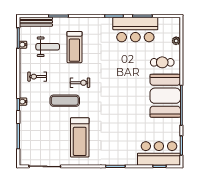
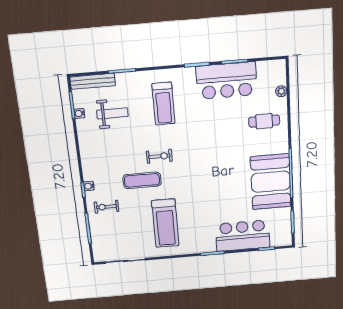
treadmill: (74, 47) -> (163, 104), moved
exercise bike: (37, 77) -> (106, 207), moved
booth: (165, 96) -> (271, 182), moved
bar counter: (159, 153) -> (243, 236), moved

